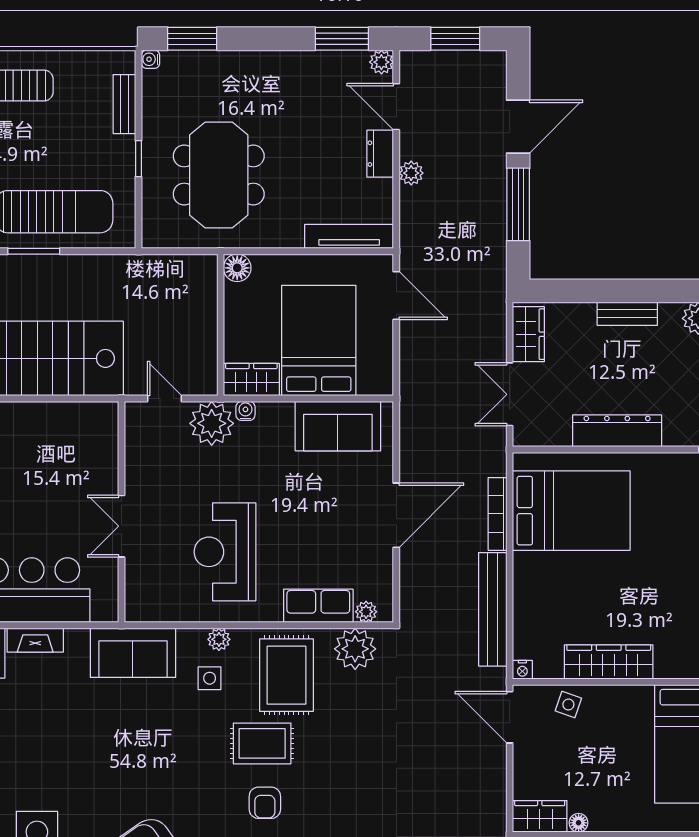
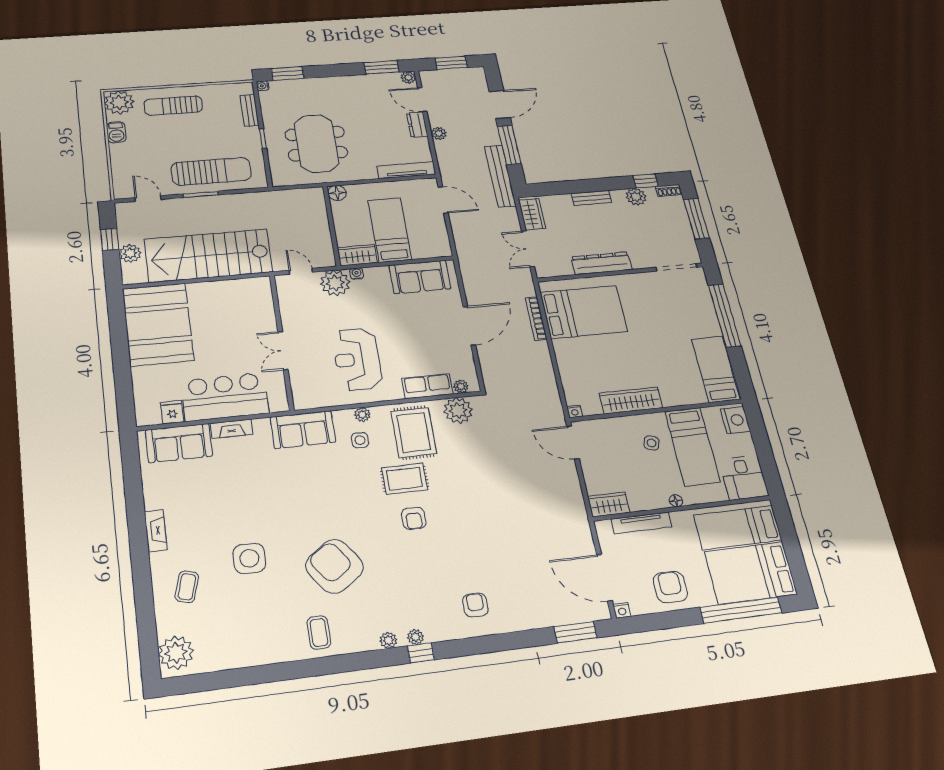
bed: (319, 341) -> (390, 230), width x0.67
bench: (493, 609) -> (500, 176), moved
side table: (568, 705) -> (652, 443), moved
floor lamp: (579, 823) -> (676, 501), moved

